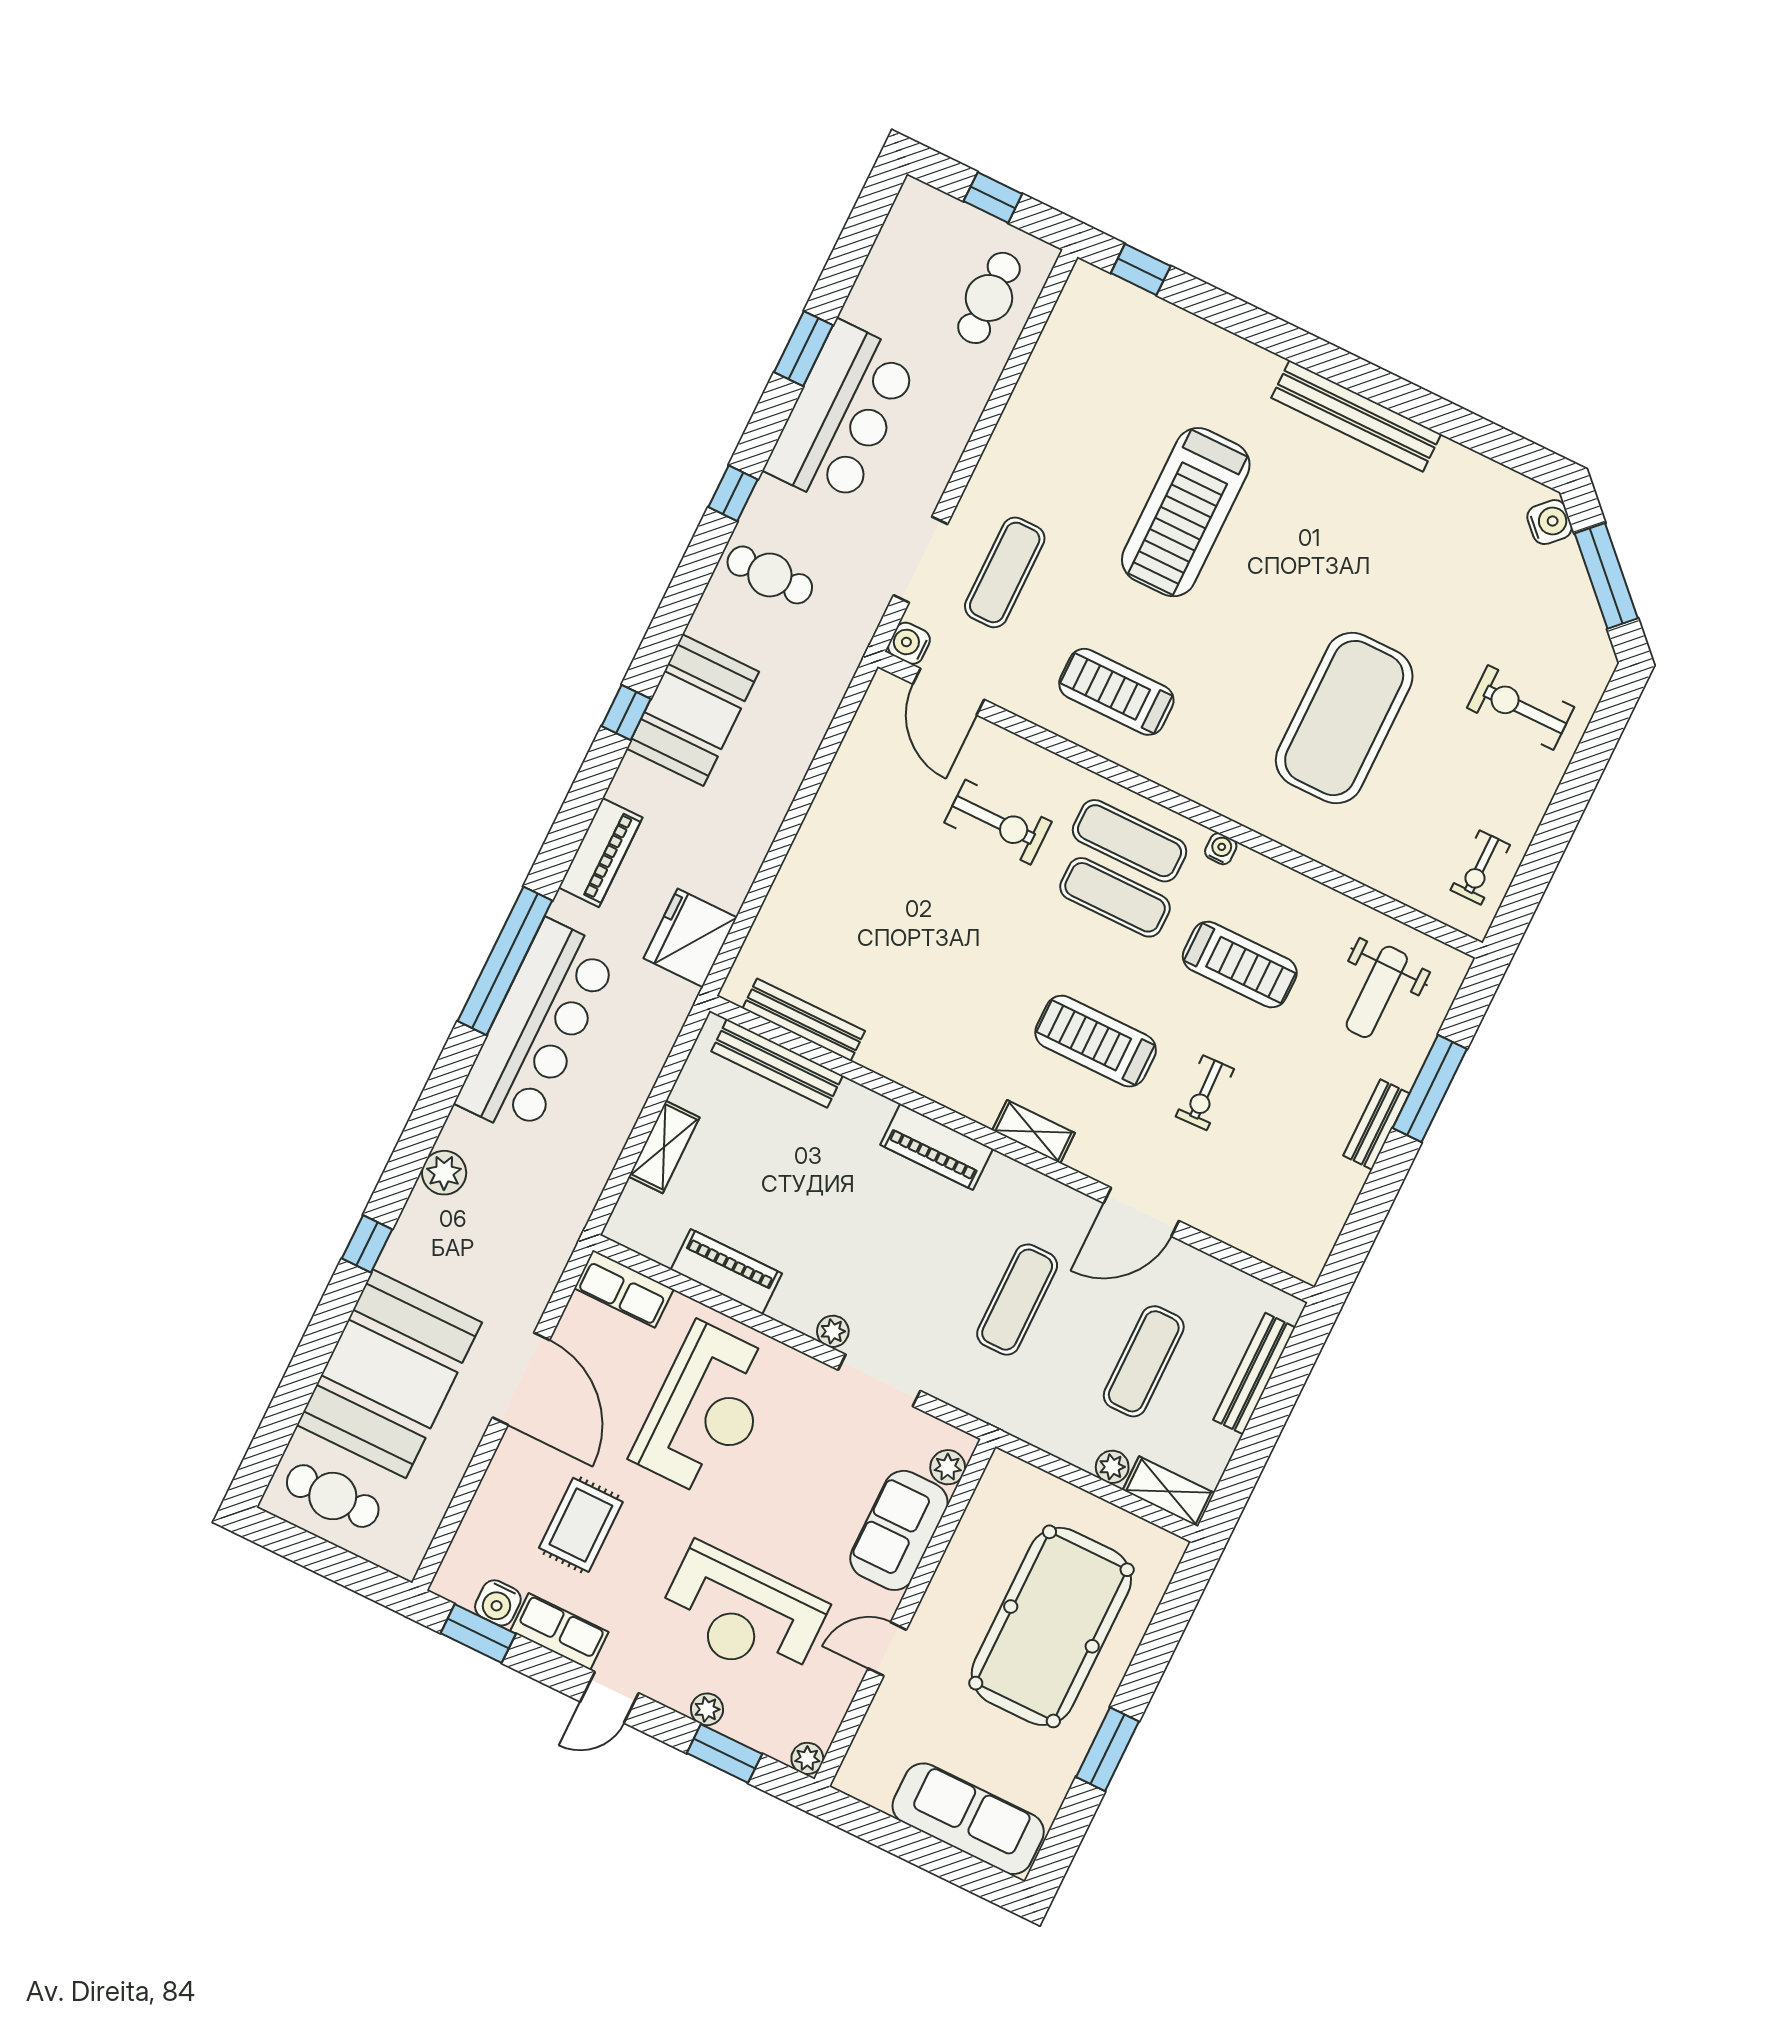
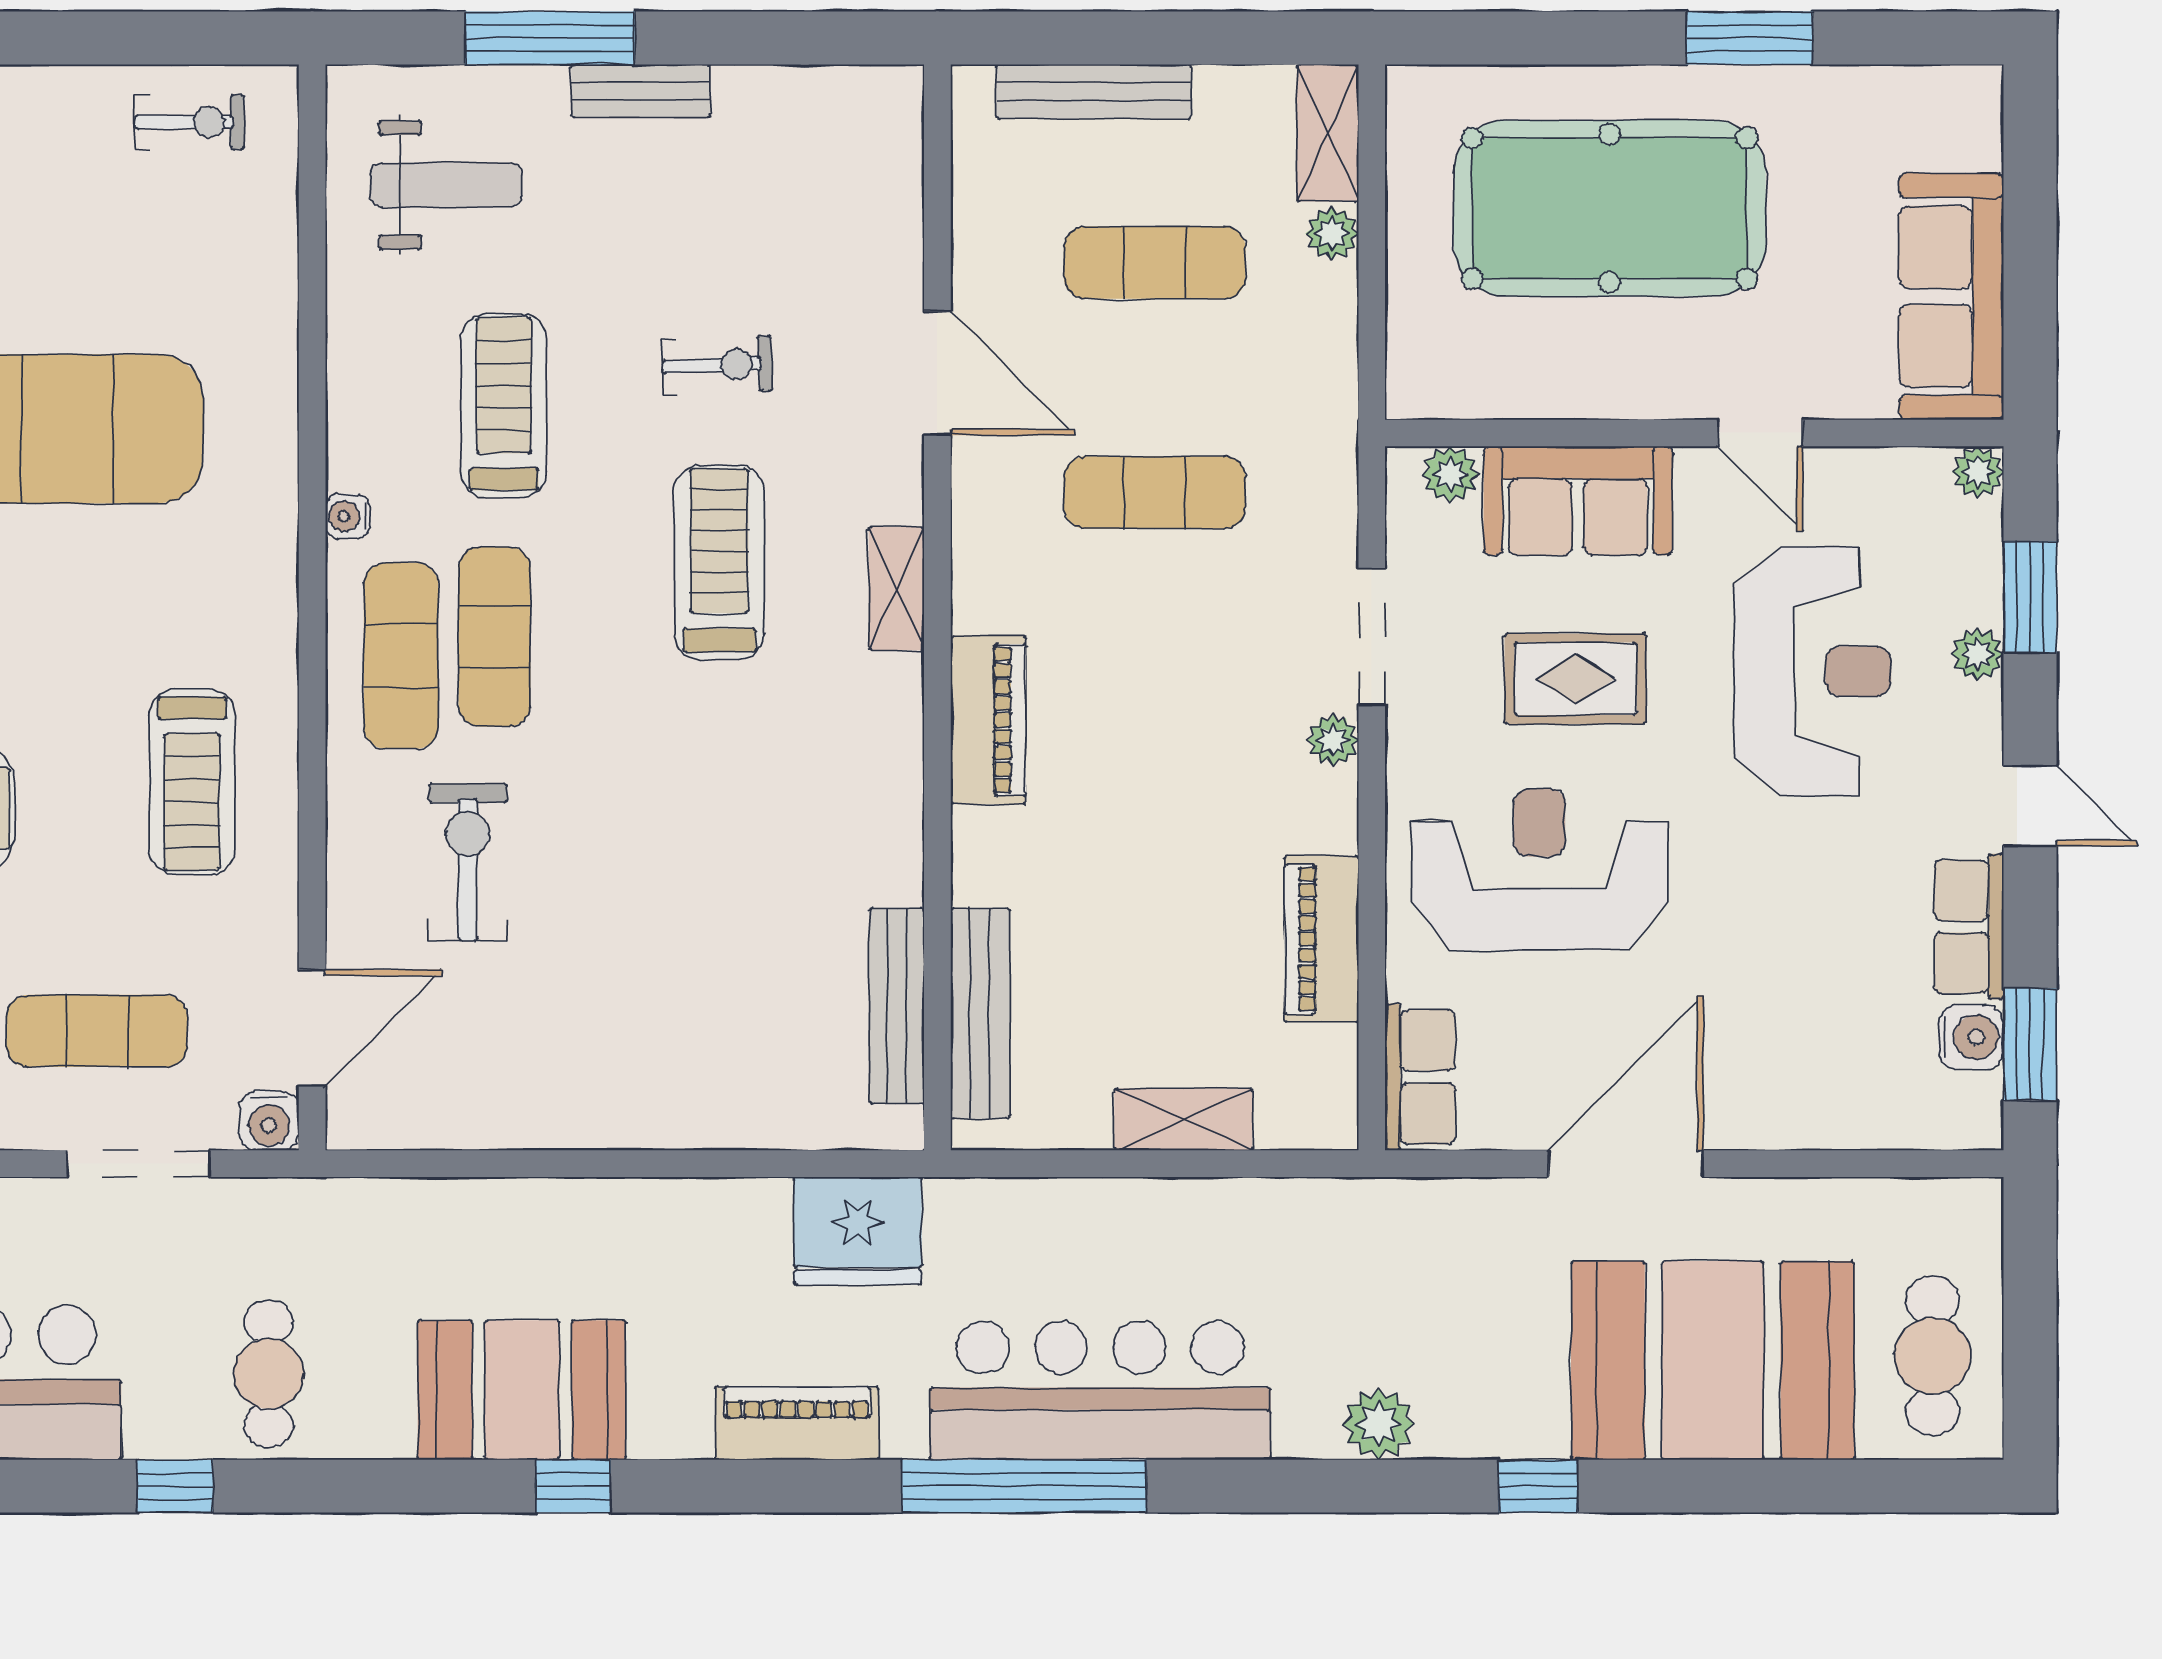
treadmill: (1096, 1041) -> (719, 562), turned 180
rug: (581, 1525) -> (1576, 679), moved
sofa: (968, 1819) -> (1951, 297), moved

